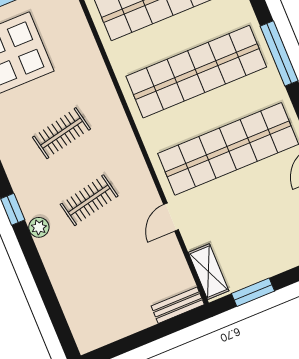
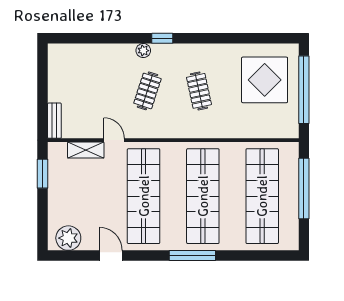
clothes rail: (89, 200) -> (147, 91), turned 30
shelving: (208, 272) -> (86, 150), moved

